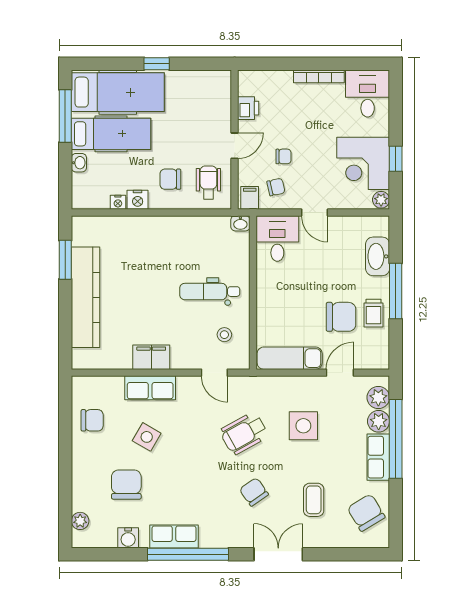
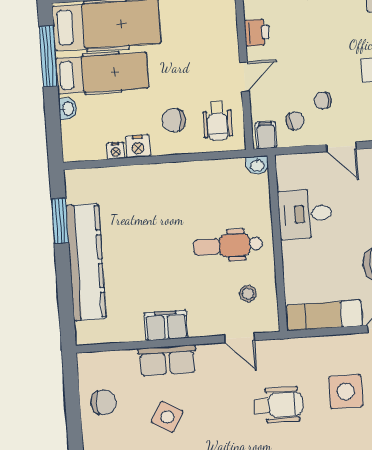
chair: (283, 156) -> (323, 100), moved, turned 180
wheelchair: (208, 182) -> (218, 121), turned 180
desk: (277, 239) -> (305, 214), moved, turned -90
wheelchair: (244, 433) -> (278, 405), turned -151

